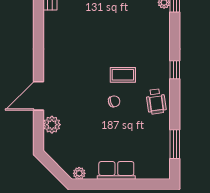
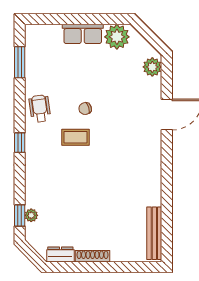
plant: (52, 125) -> (152, 67), moved
plant: (79, 173) -> (117, 37), width x1.88, depth x1.88

